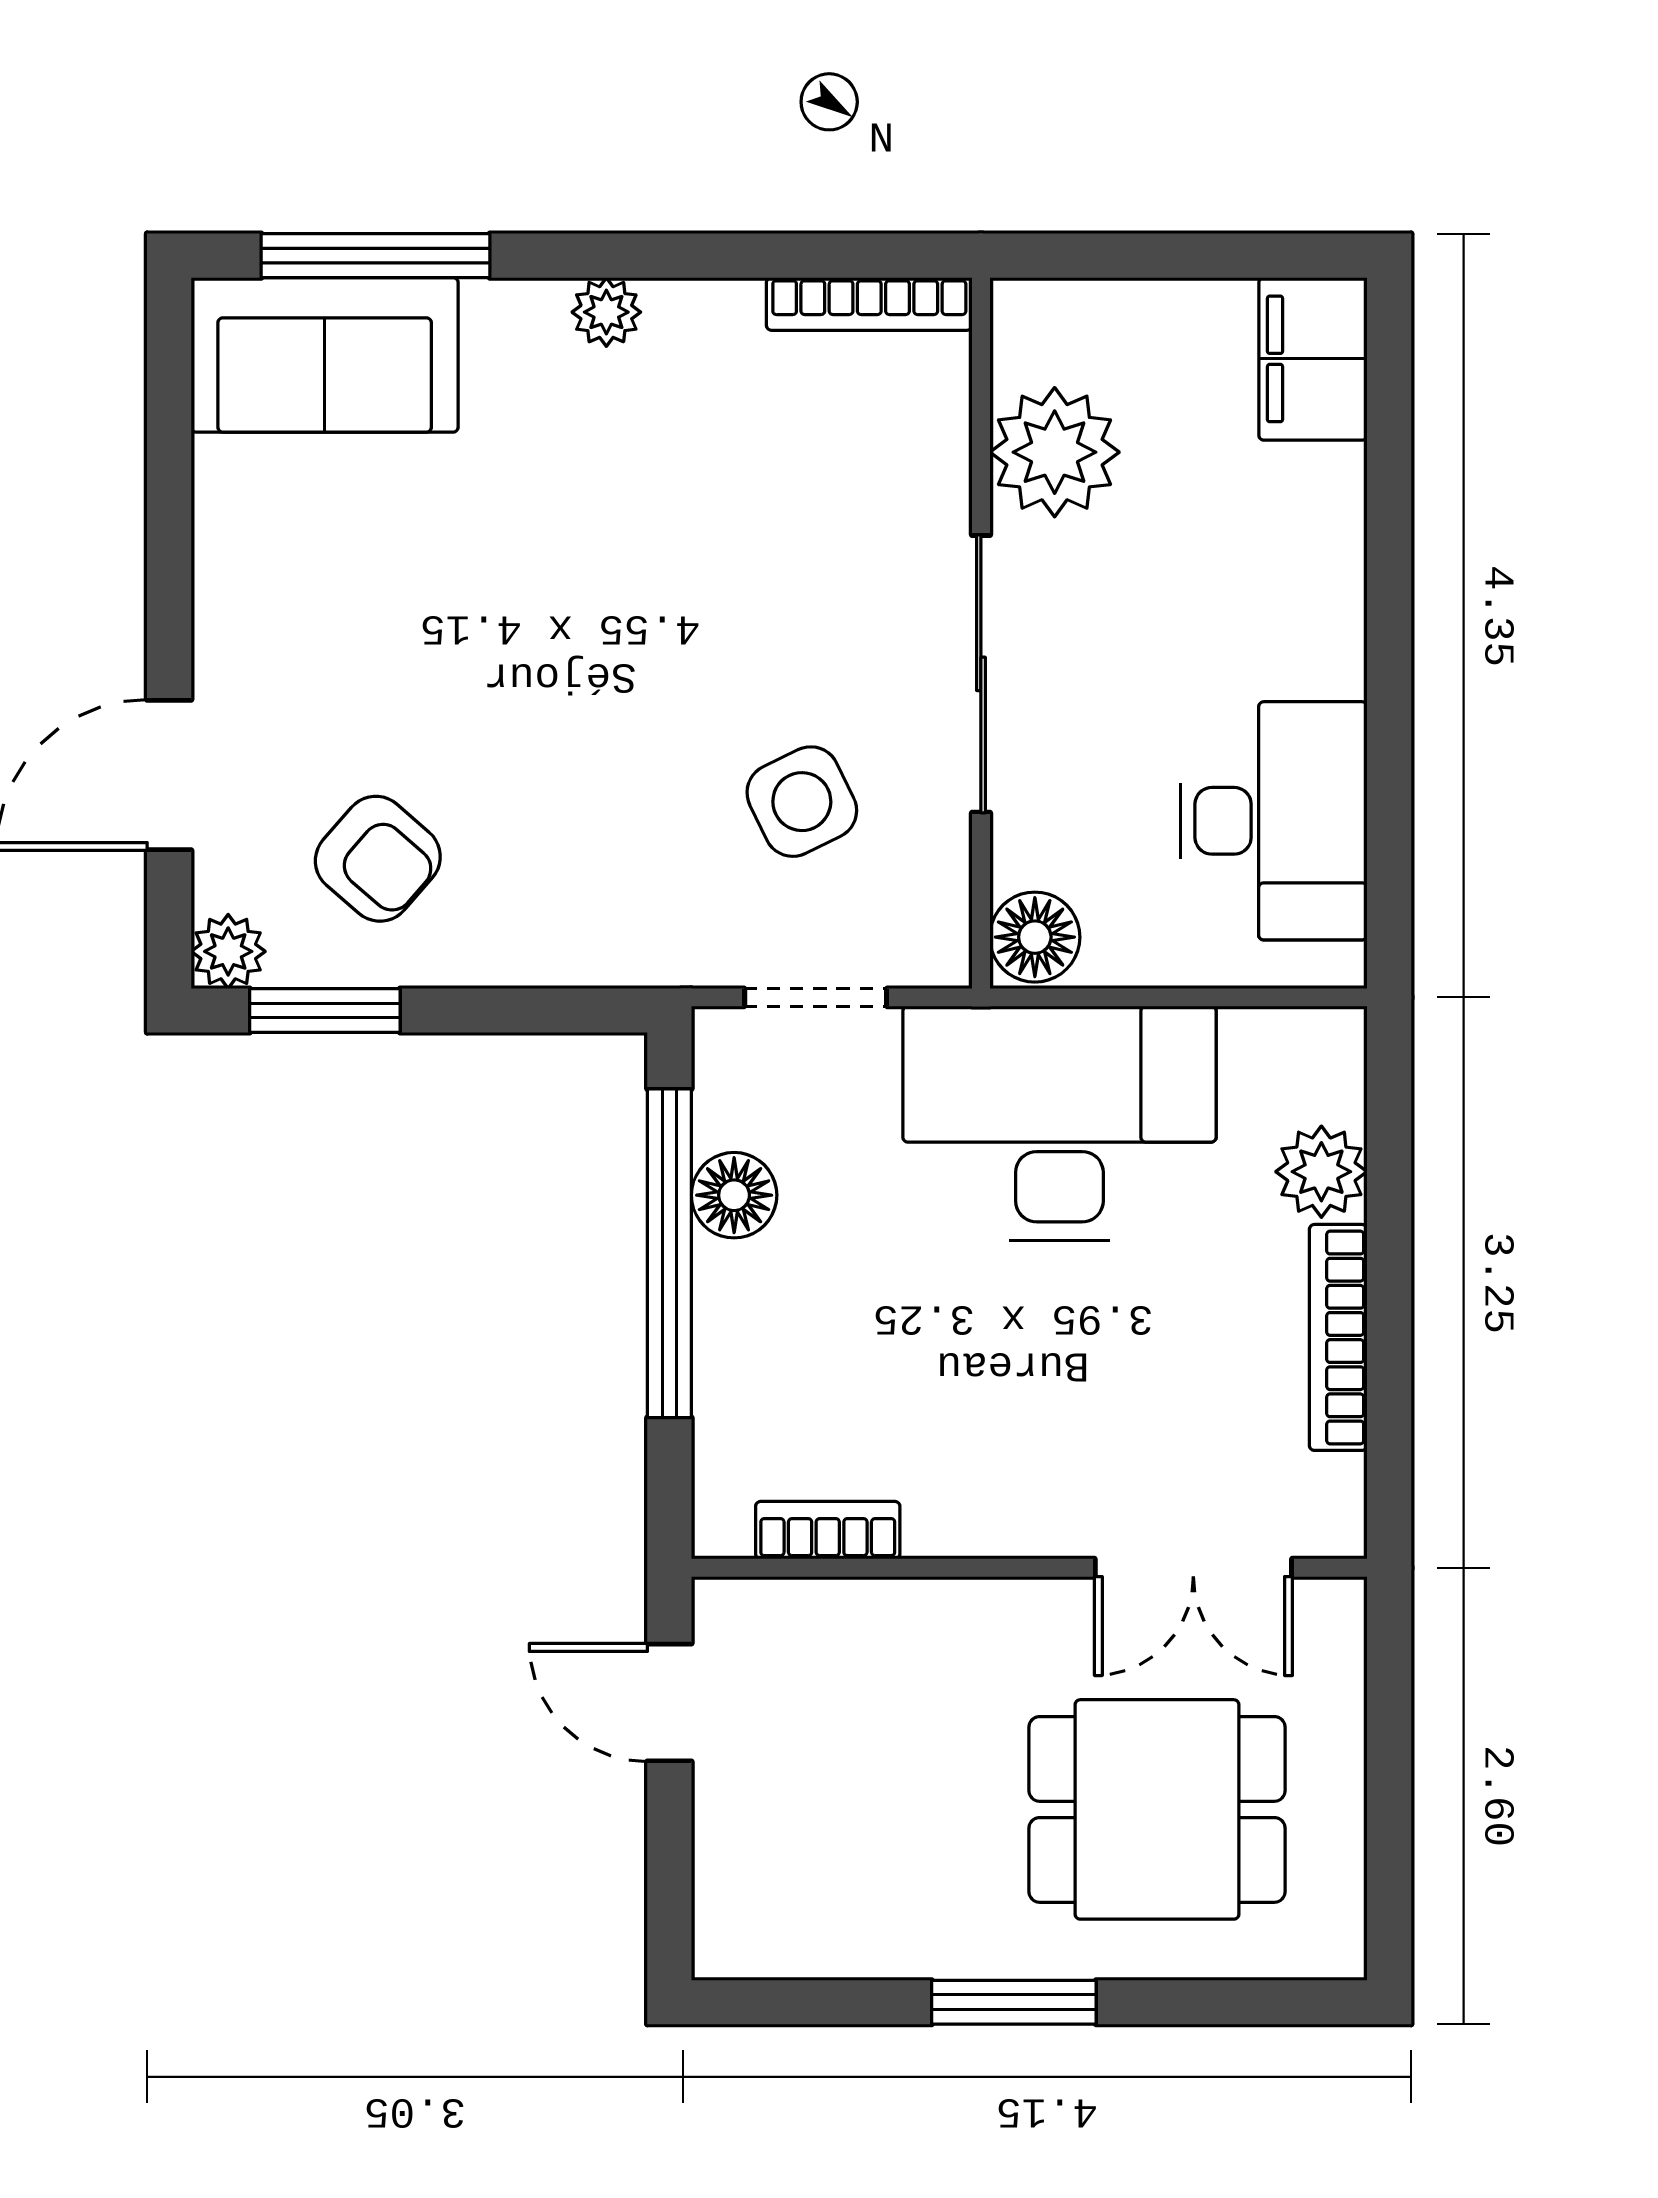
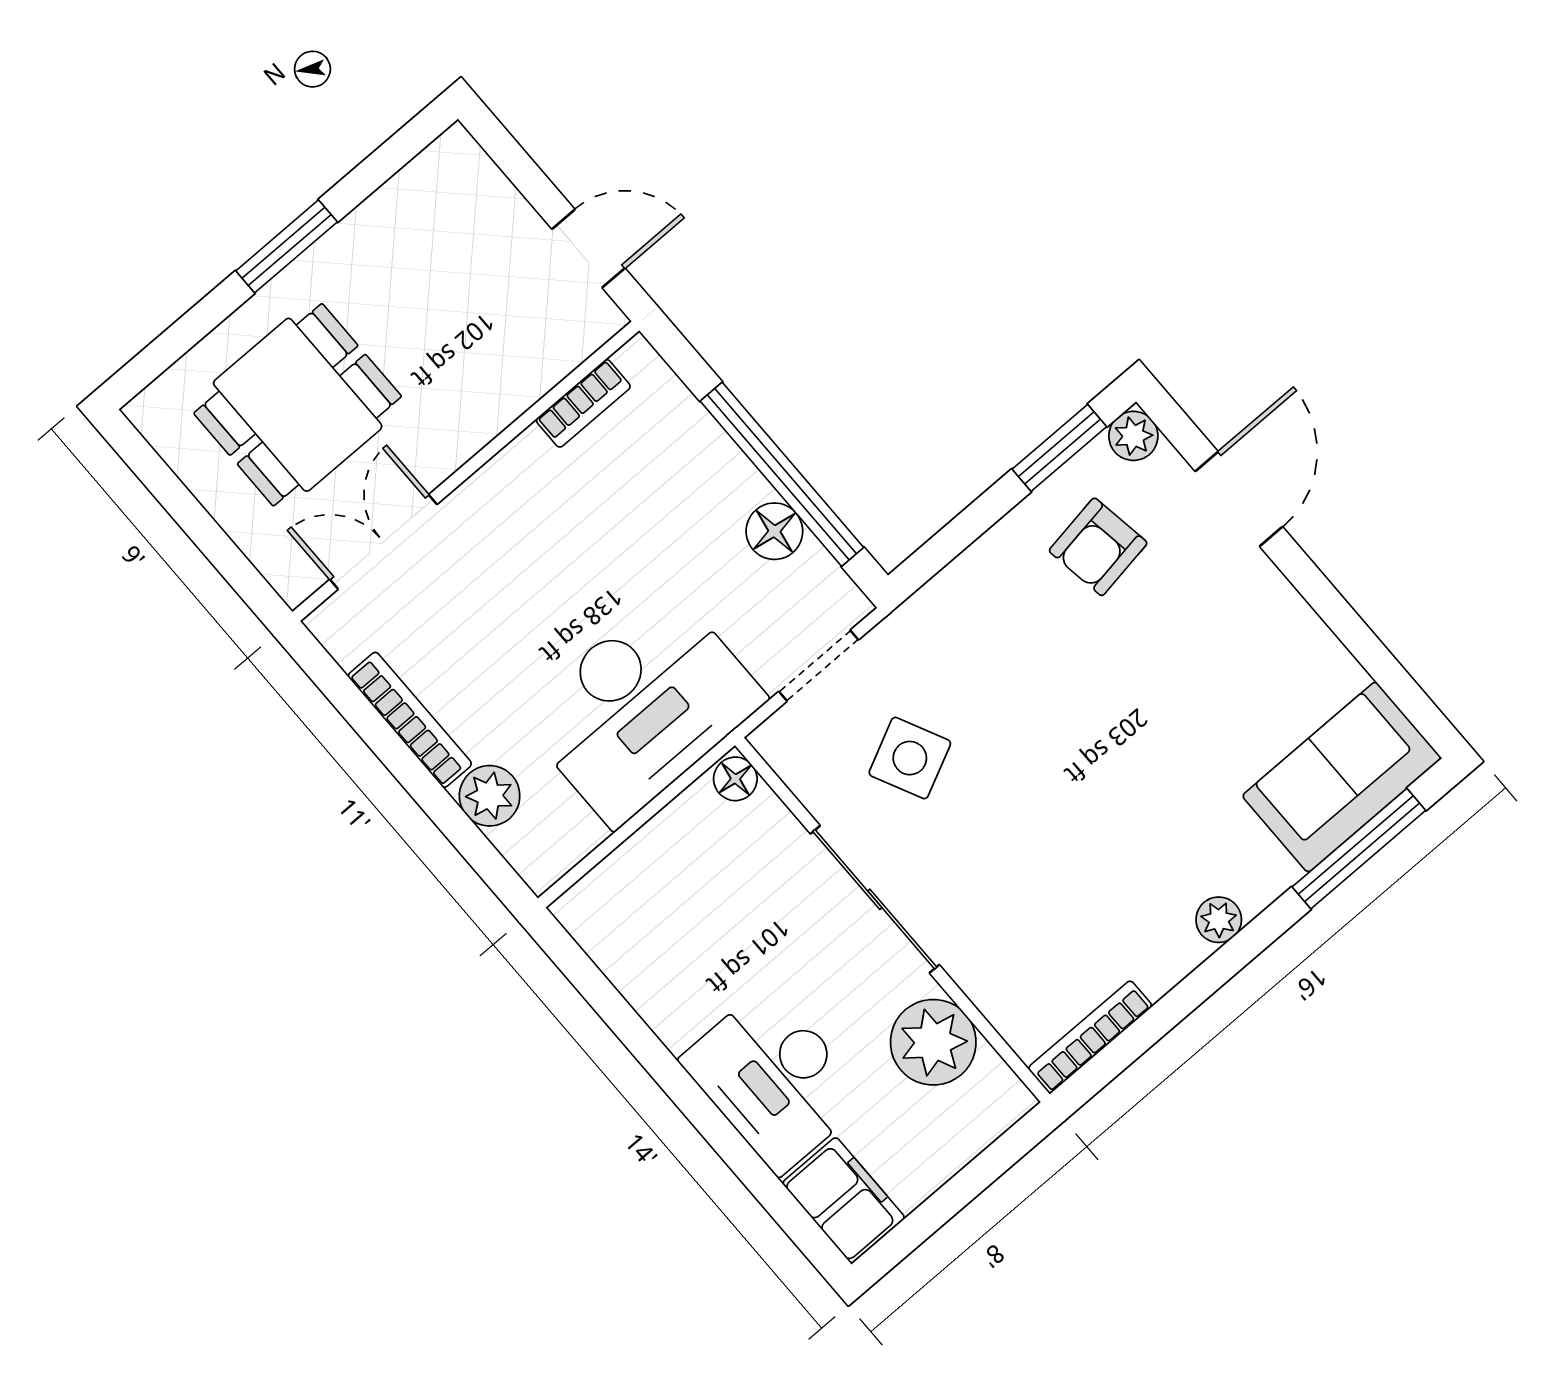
desk: (1274, 821) -> (774, 1079), moved
armchair: (378, 859) -> (1098, 547), turned -50
floor lamp: (1035, 937) -> (735, 779), width x0.73, depth x0.73

